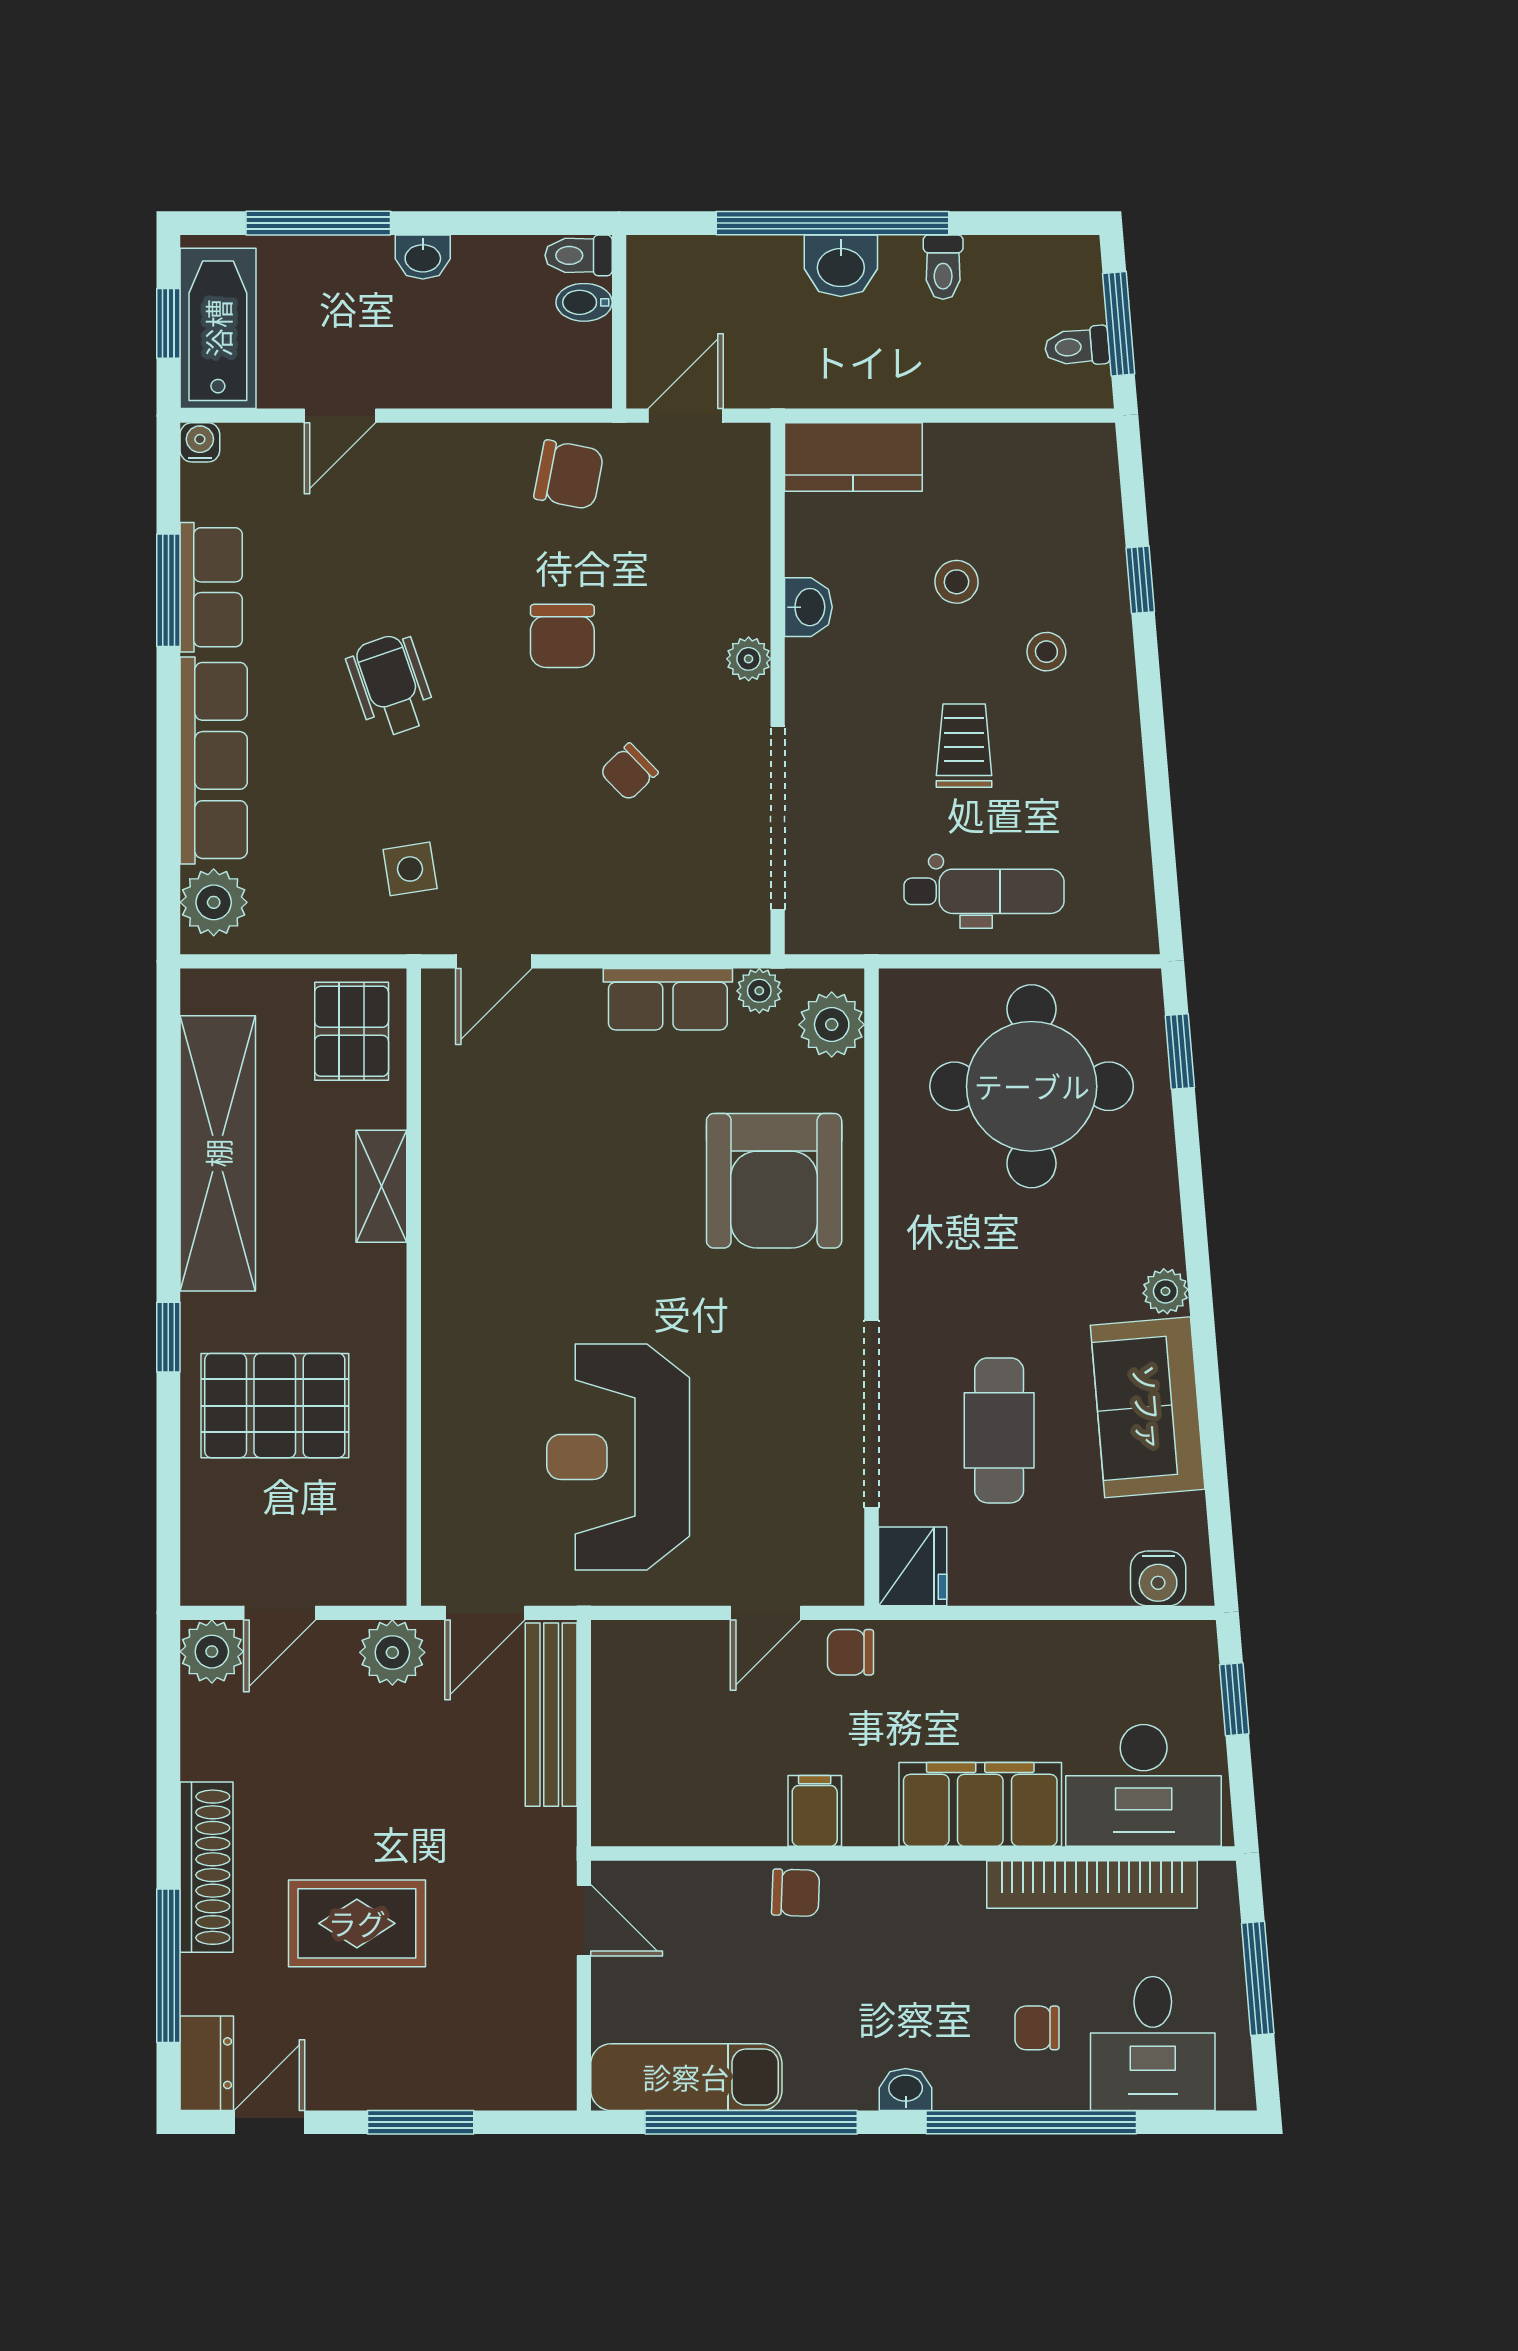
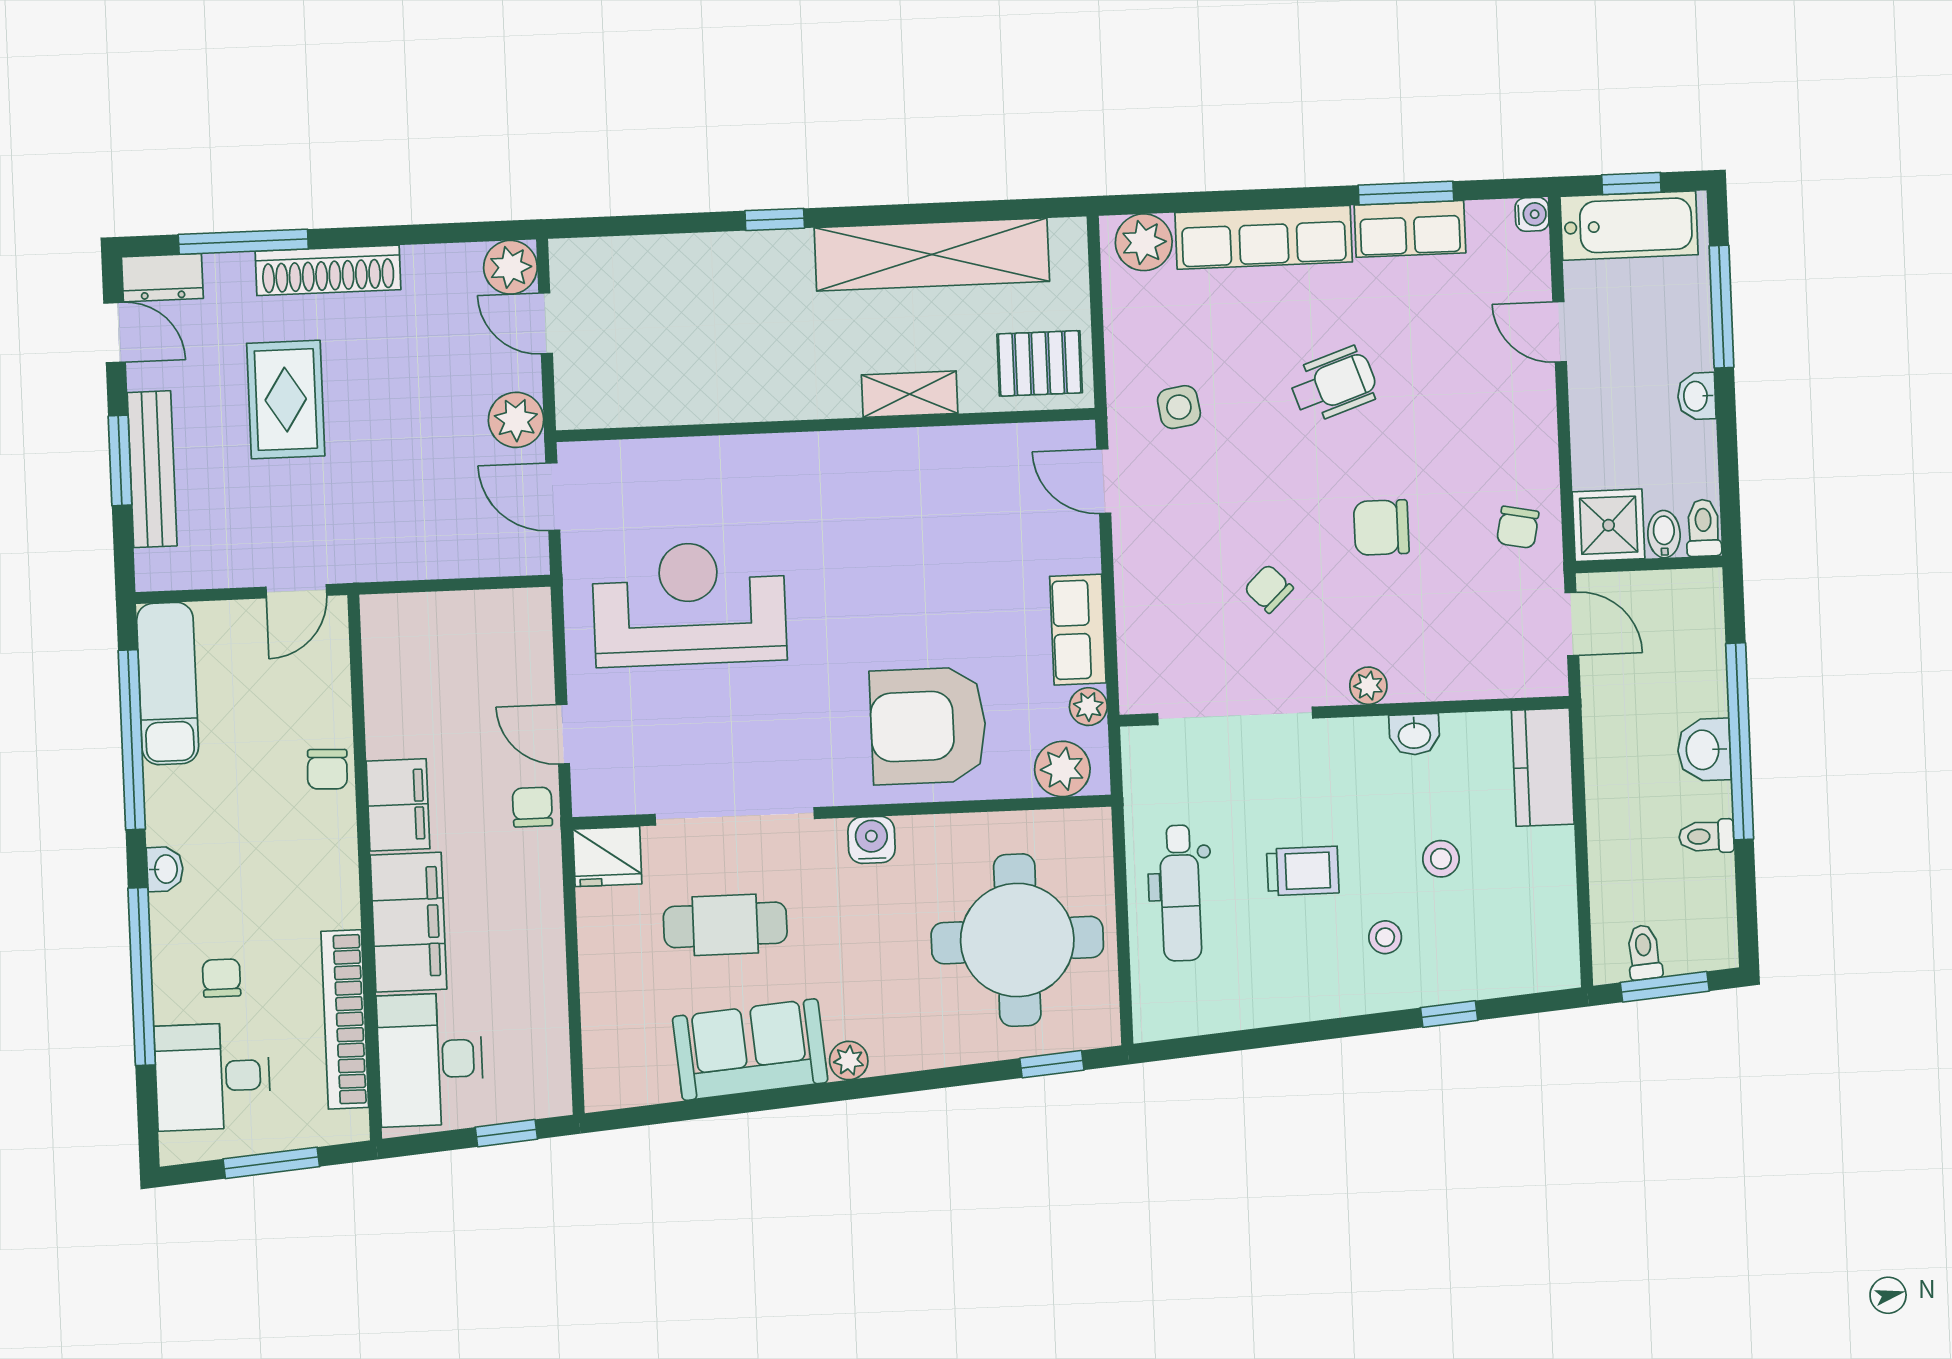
shower: (571, 367) -> (1609, 525), added
chair: (569, 475) -> (1518, 527), width x0.73, depth x0.73
pallet: (275, 1406) -> (721, 312), removed
water cooler: (1158, 1578) -> (872, 840), moved, turned 90
bench: (551, 1715) -> (152, 469), moved, turned 90
filing cabinet: (815, 1811) -> (398, 805), width x2.00

